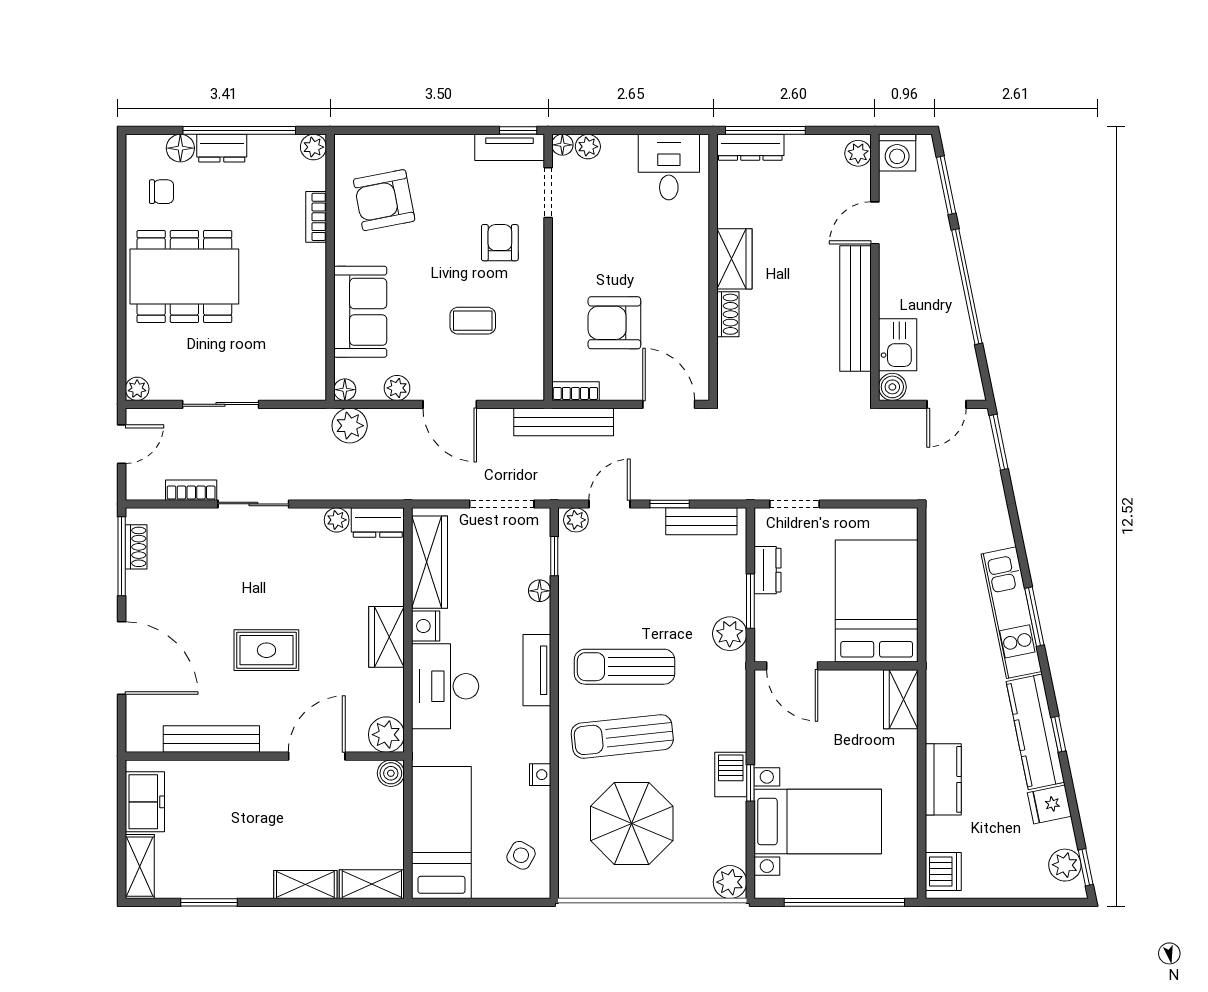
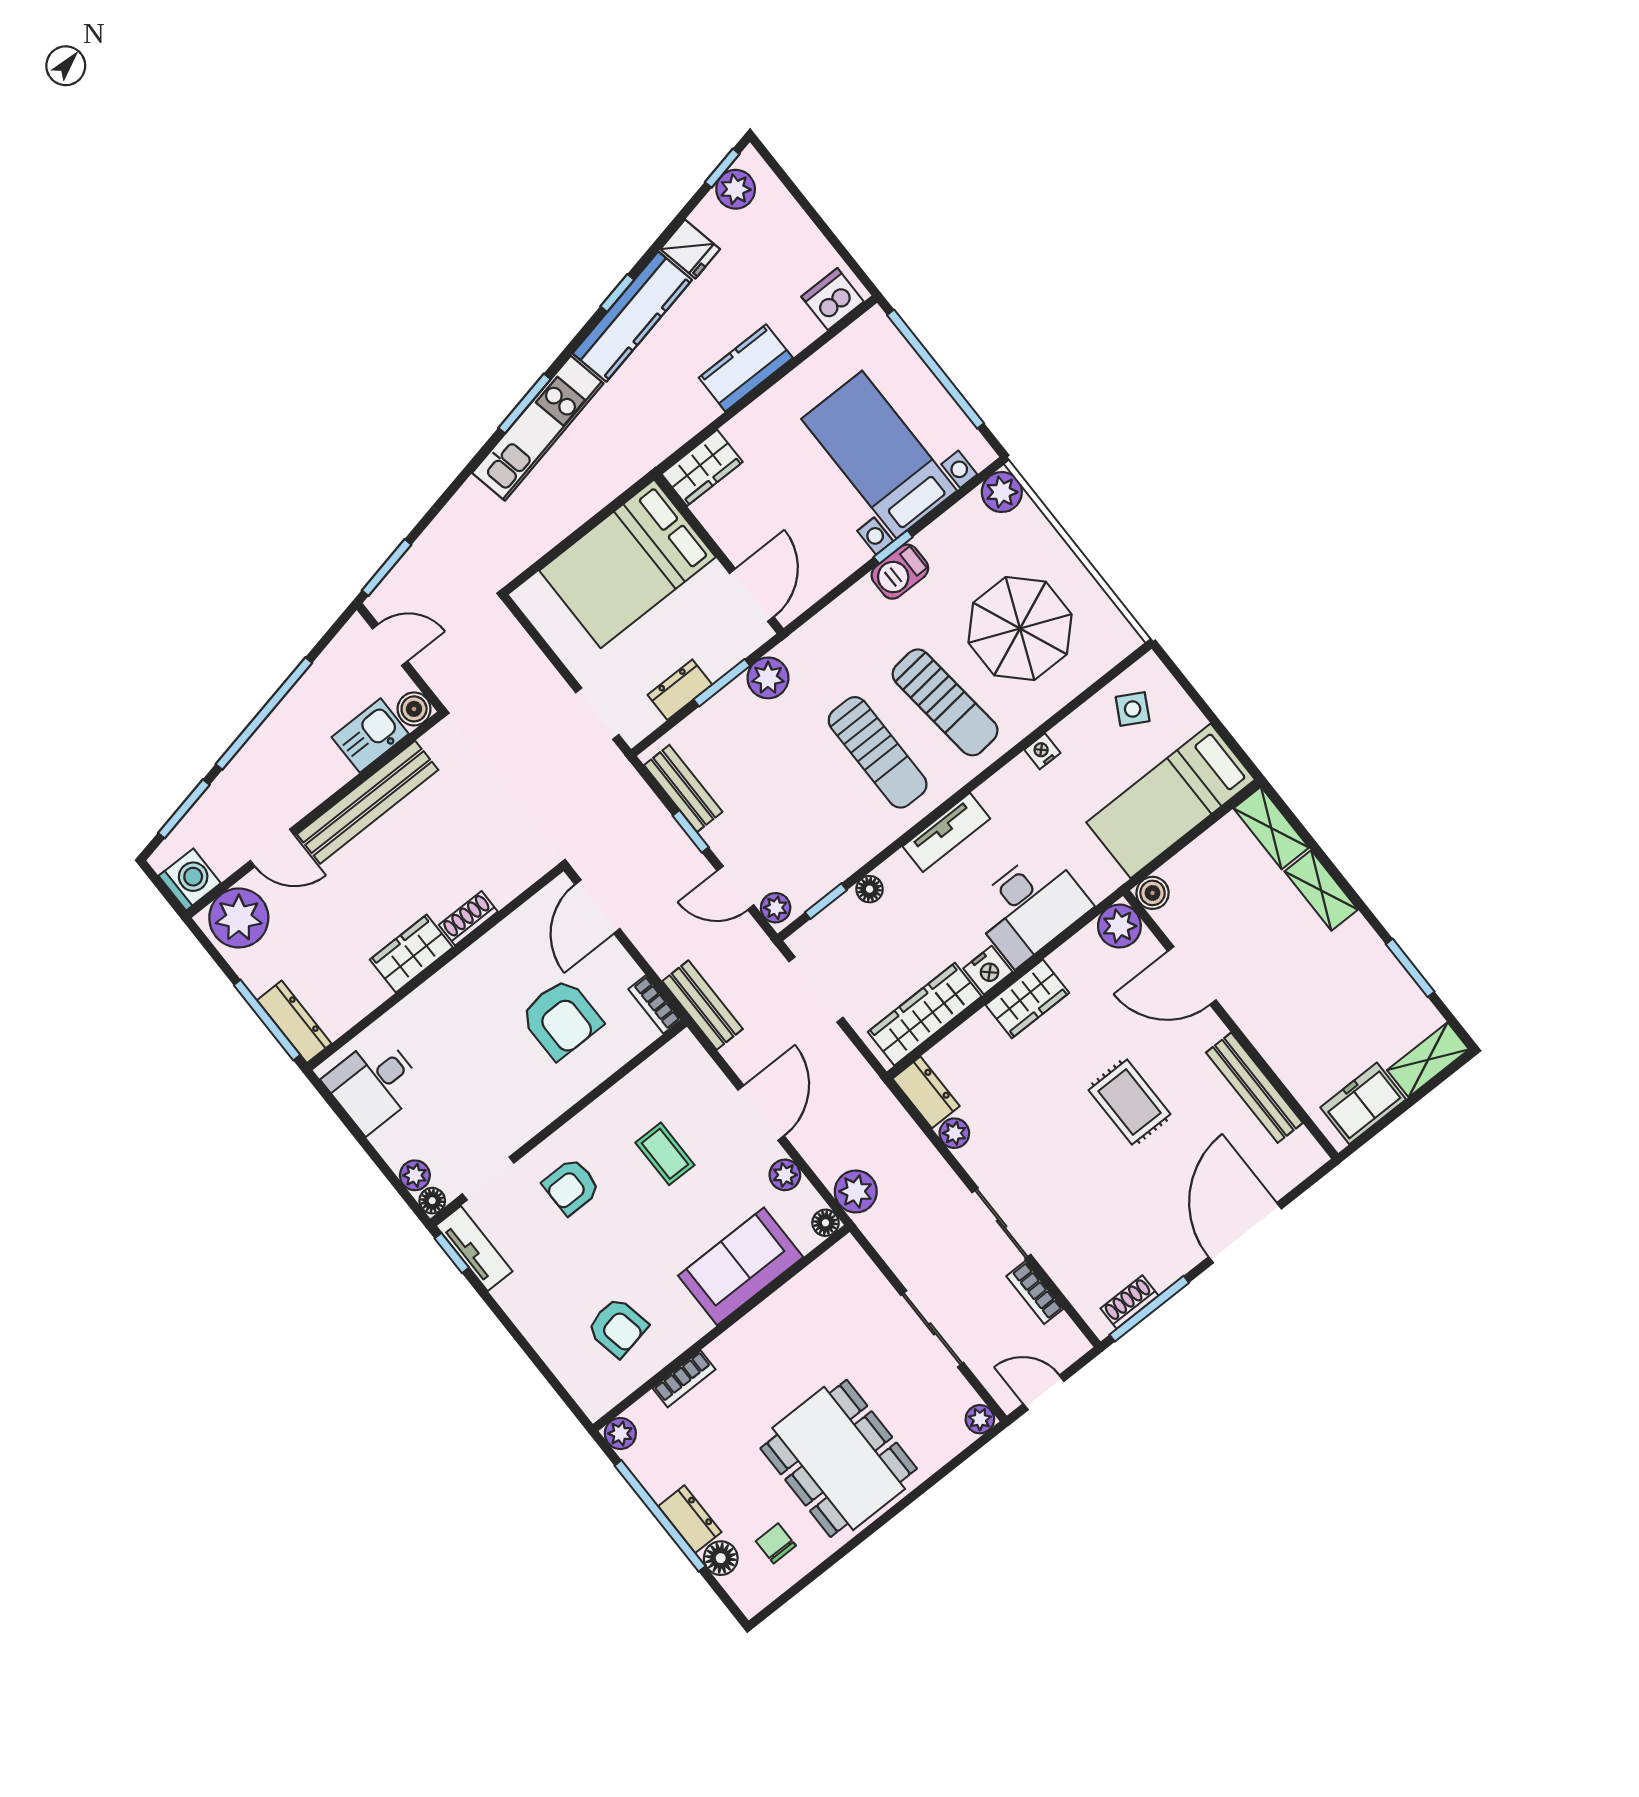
plant: (858, 153) -> (239, 918), width x1.87, depth x1.87
armchair: (384, 200) -> (617, 1327), width x0.72, depth x0.72
bench: (564, 422) -> (703, 1005), width x0.73

